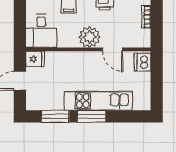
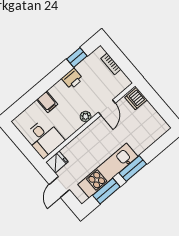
plant: (89, 37) -> (86, 117), width x0.53, depth x0.53
door: (113, 49) -> (107, 108), hinge flipped
kitchen unit: (98, 101) -> (108, 170), moved

